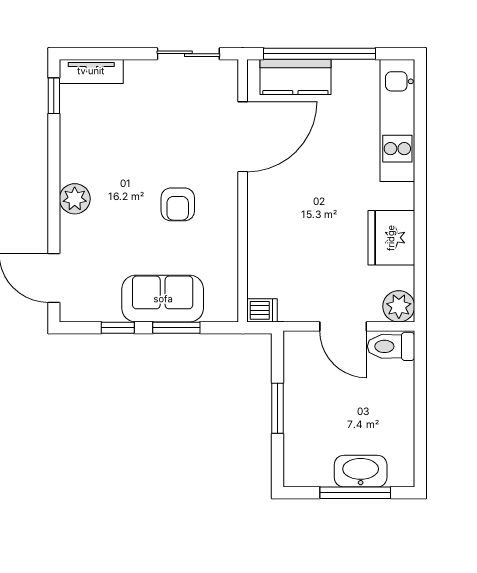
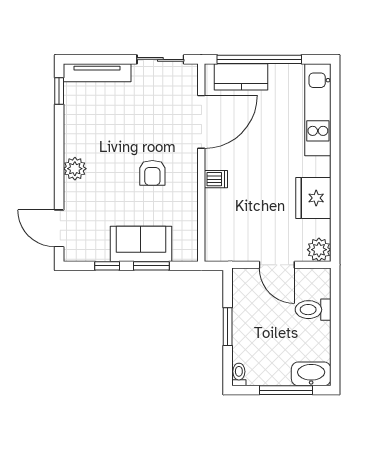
tv unit: (91, 71) -> (97, 73), width x1.41
dishwasher: (262, 310) -> (216, 179), moved
toilet: (391, 346) -> (313, 310), moved
washbasin: (361, 471) -> (311, 374), moved
toilet: (292, 472) -> (239, 375), added

